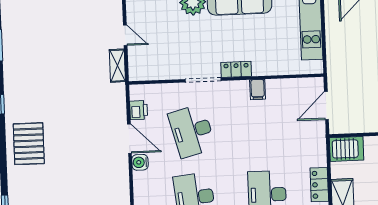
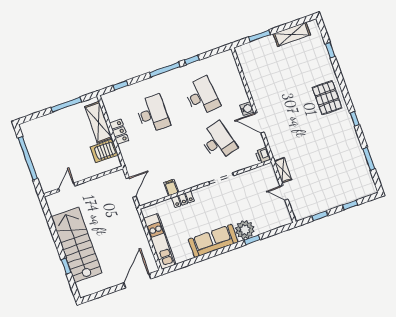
locker: (236, 69) -> (183, 199), moved
filing cabinet: (258, 90) -> (171, 188), moved
printer: (139, 110) -> (263, 155), moved
server rack: (347, 149) -> (104, 151), moved

